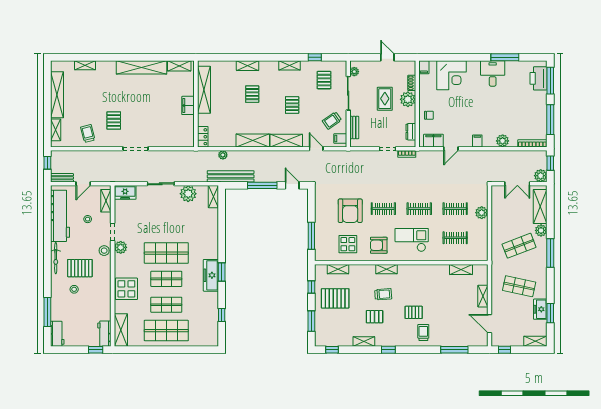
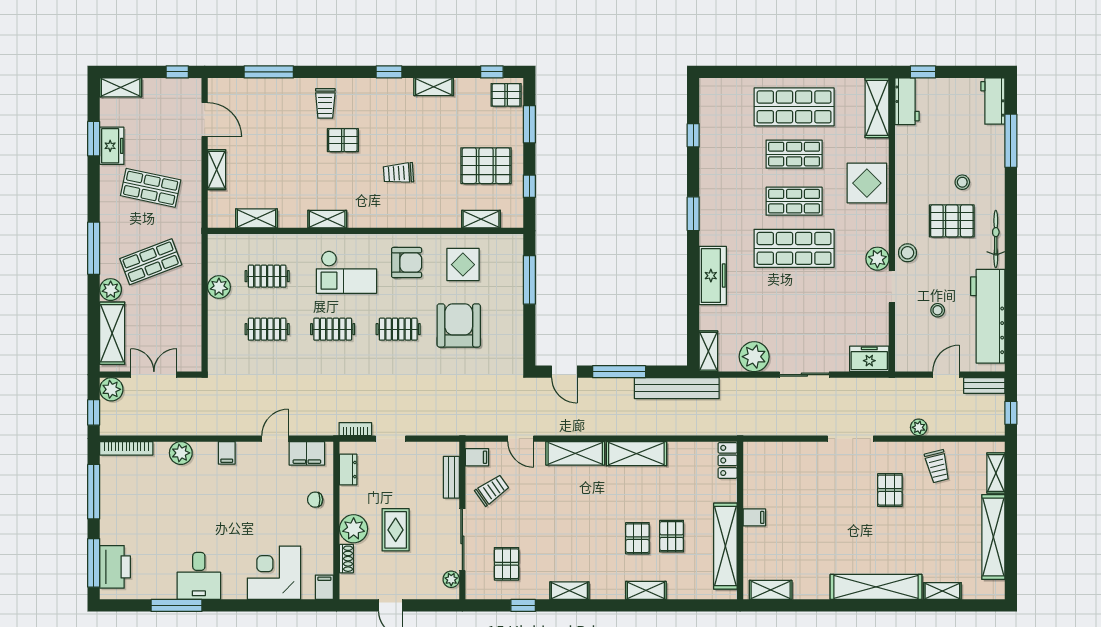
shelving: (142, 67) -> (876, 587), moved
filing cabinet: (188, 105) -> (754, 517), width x0.50
pallet: (292, 105) -> (672, 536), moved
plant: (223, 155) -> (919, 427), moved
shelving: (106, 201) -> (904, 344), removed
plant: (482, 213) -> (219, 287), moved
shelving: (387, 269) -> (327, 219), moved
freezer: (211, 275) -> (713, 276), moved
pallet: (375, 317) -> (506, 95), moved

